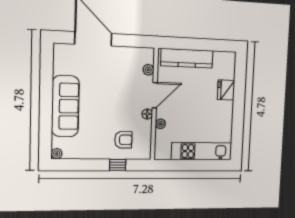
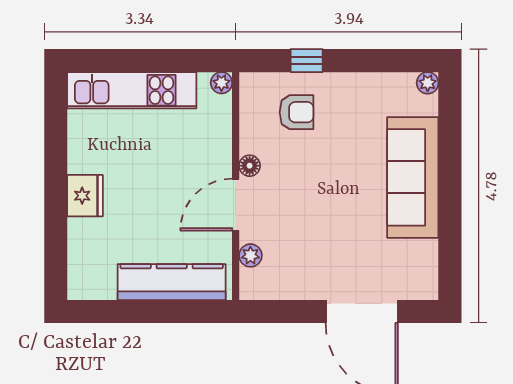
fridge: (226, 90) -> (85, 196), moved
plant: (160, 124) -> (221, 83), moved
armchair: (123, 140) -> (297, 112), turned 180

